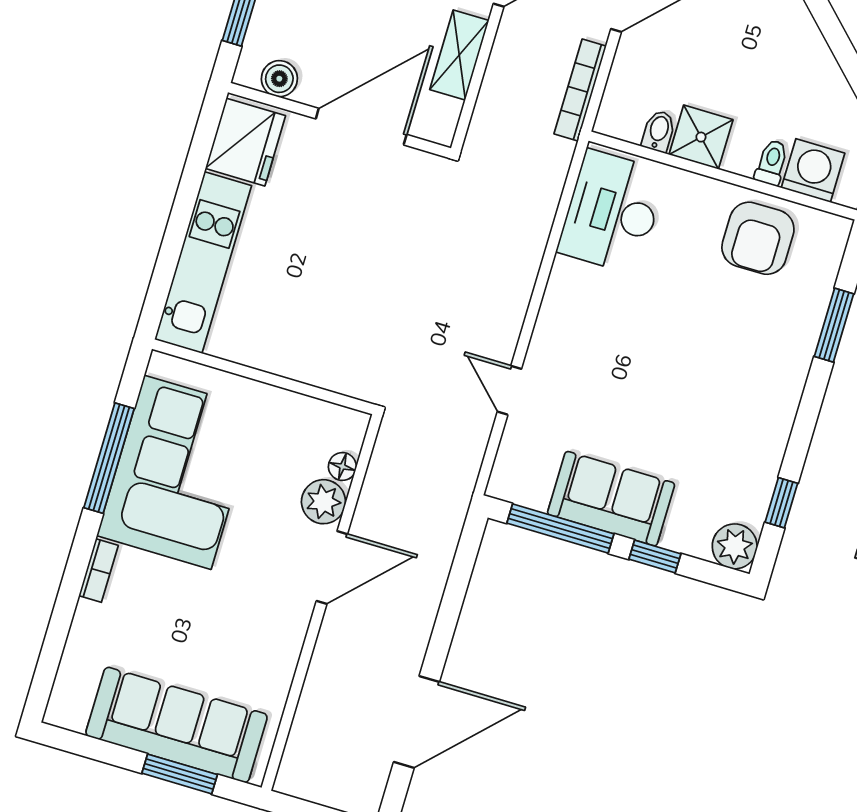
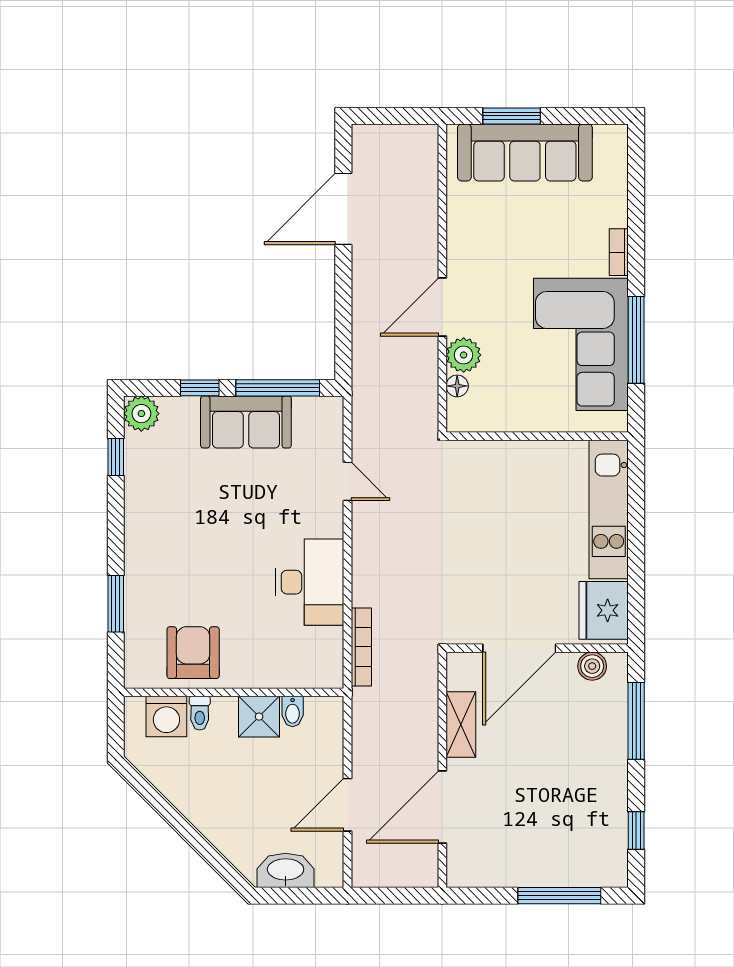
bookcase: (580, 90) -> (361, 647), moved
desk: (612, 212) -> (310, 582), moved

